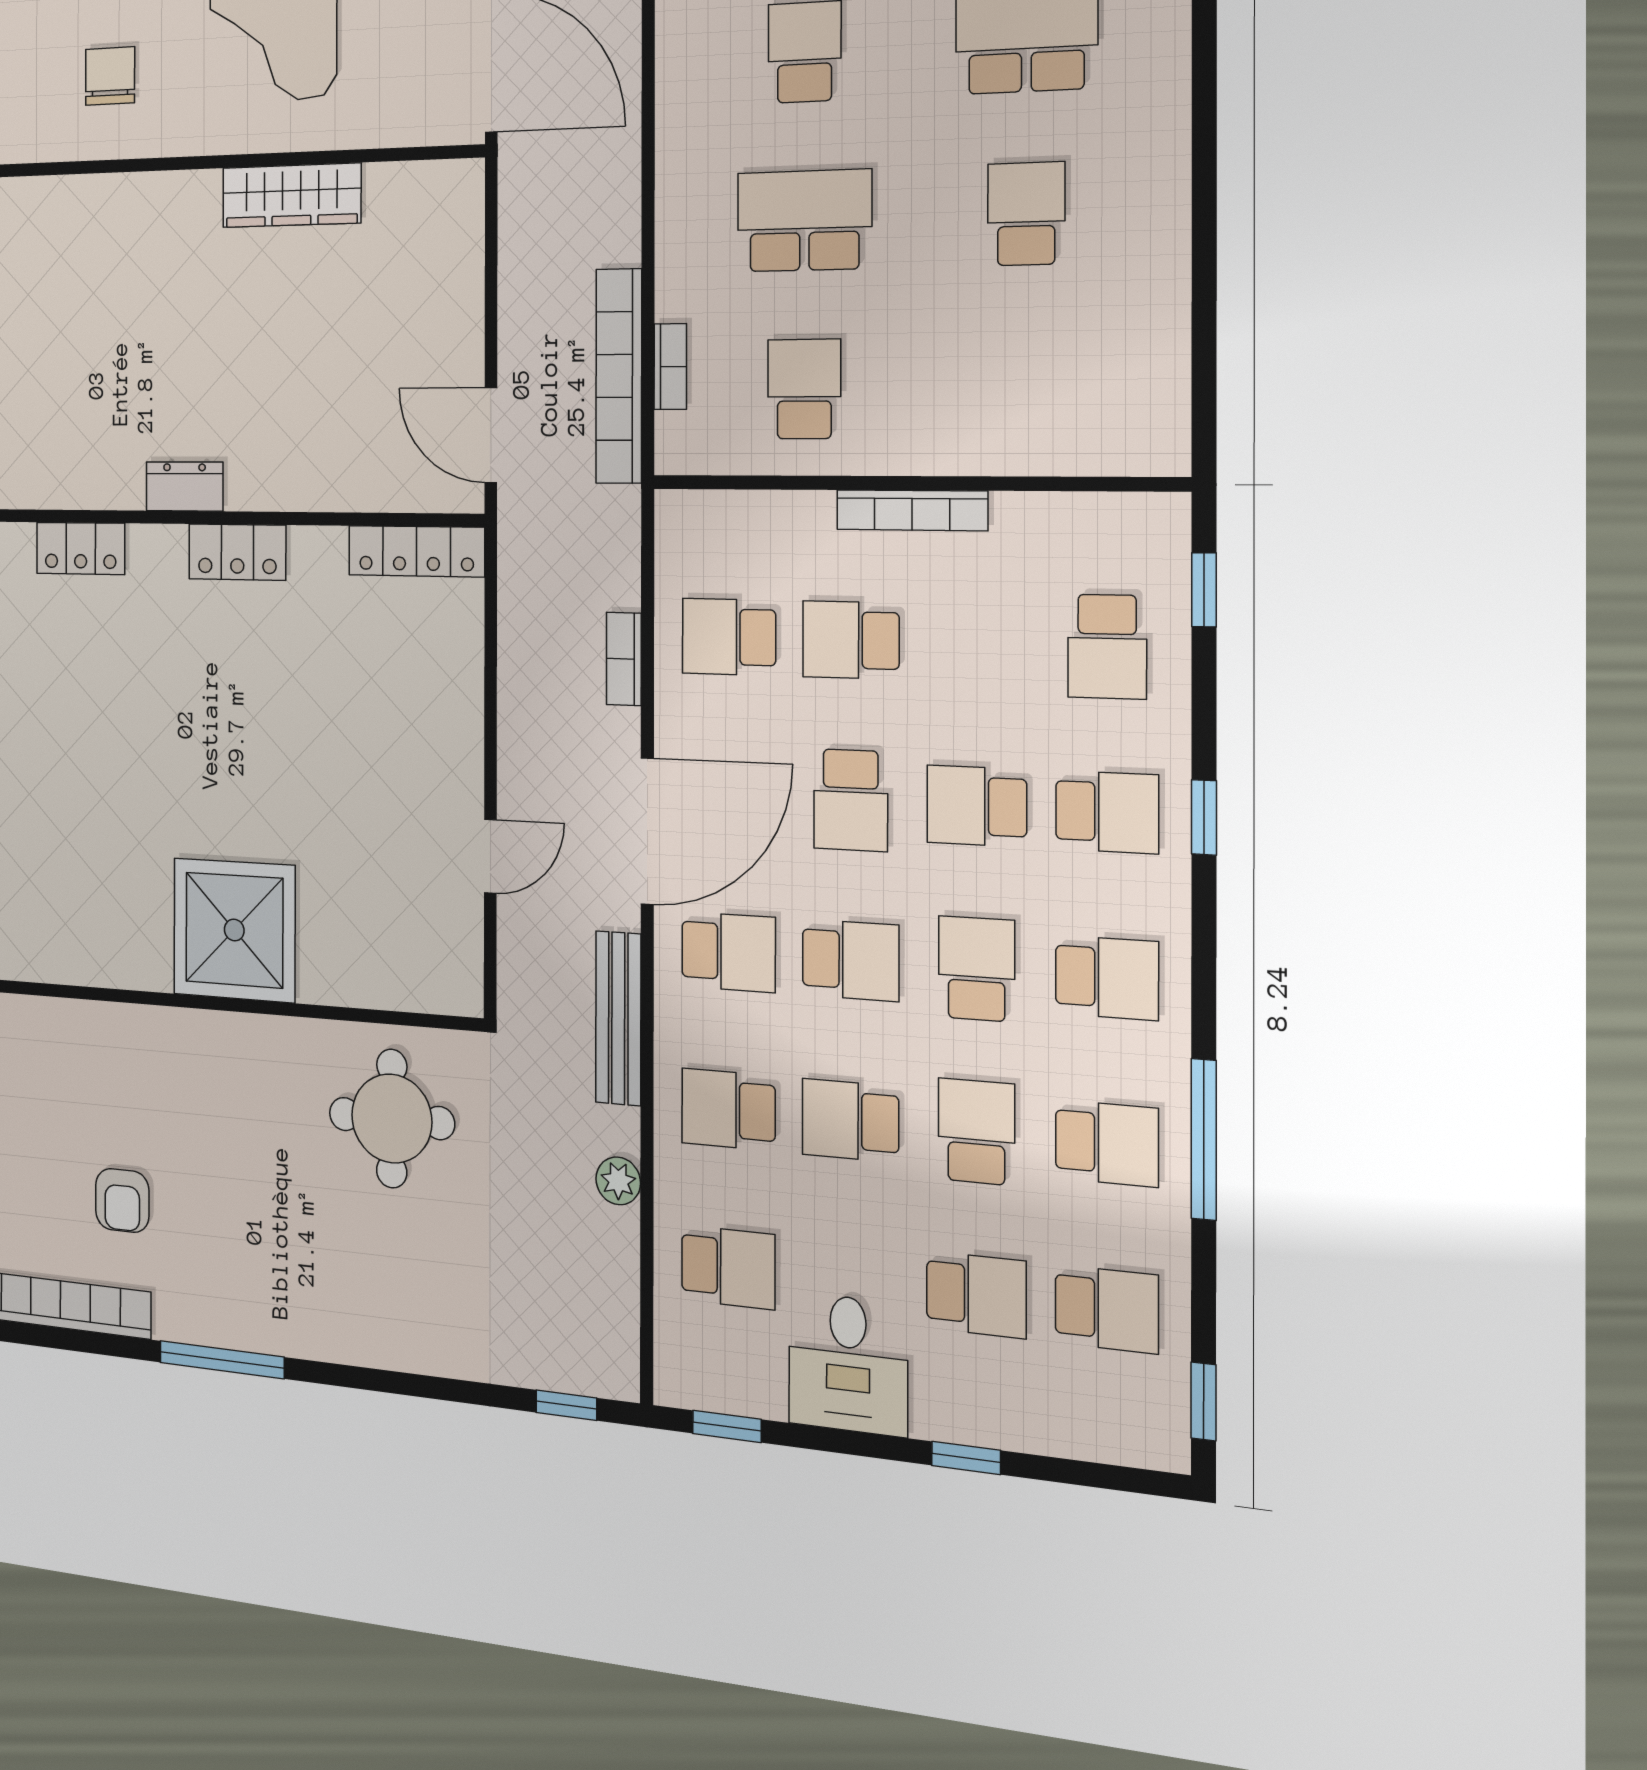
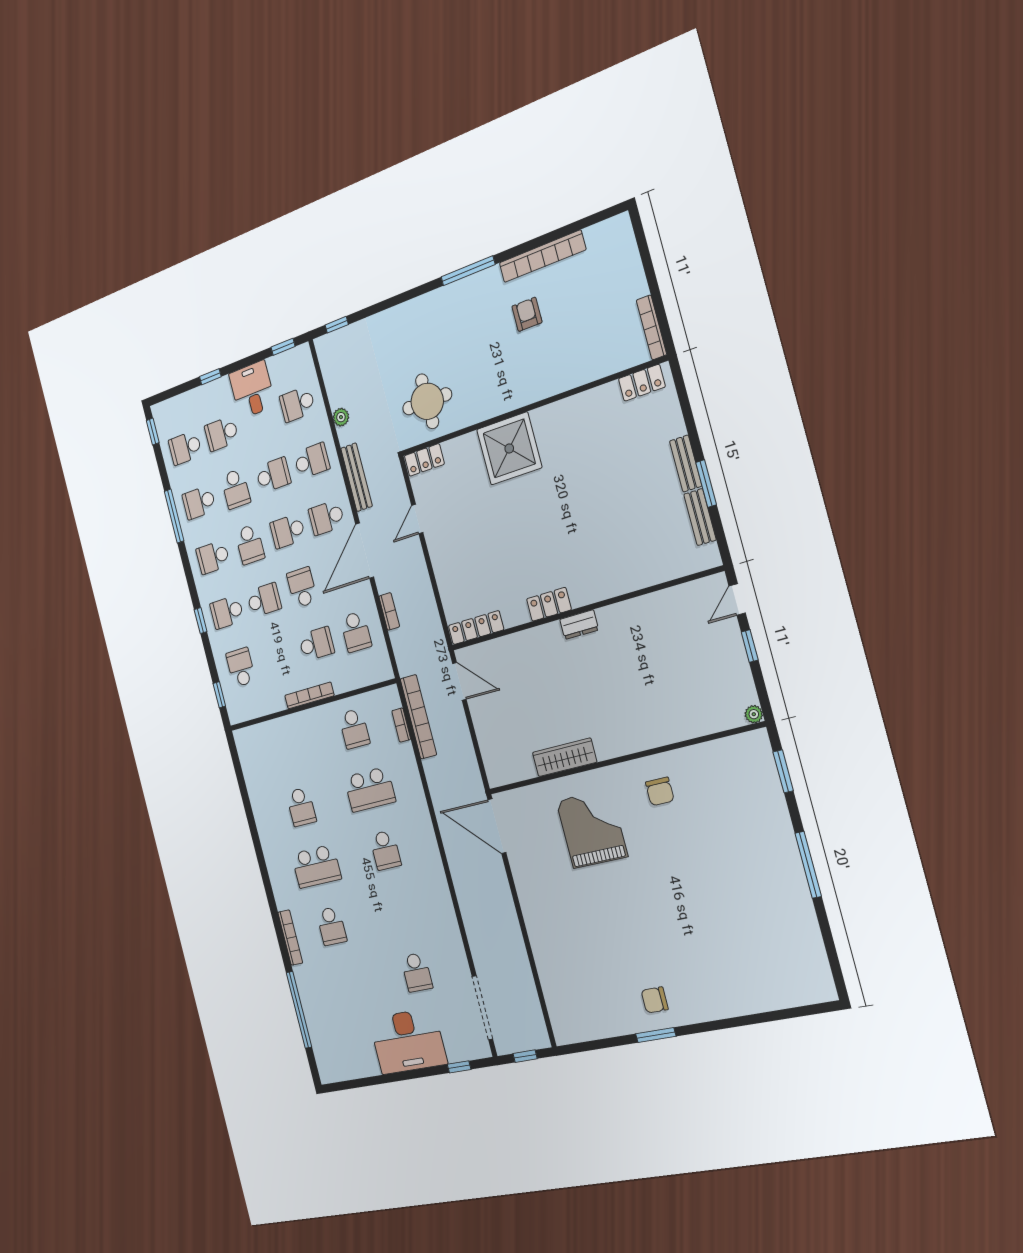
locker: (81, 548) -> (424, 460), moved, turned 180
school desk: (729, 637) -> (356, 632), turned 90

